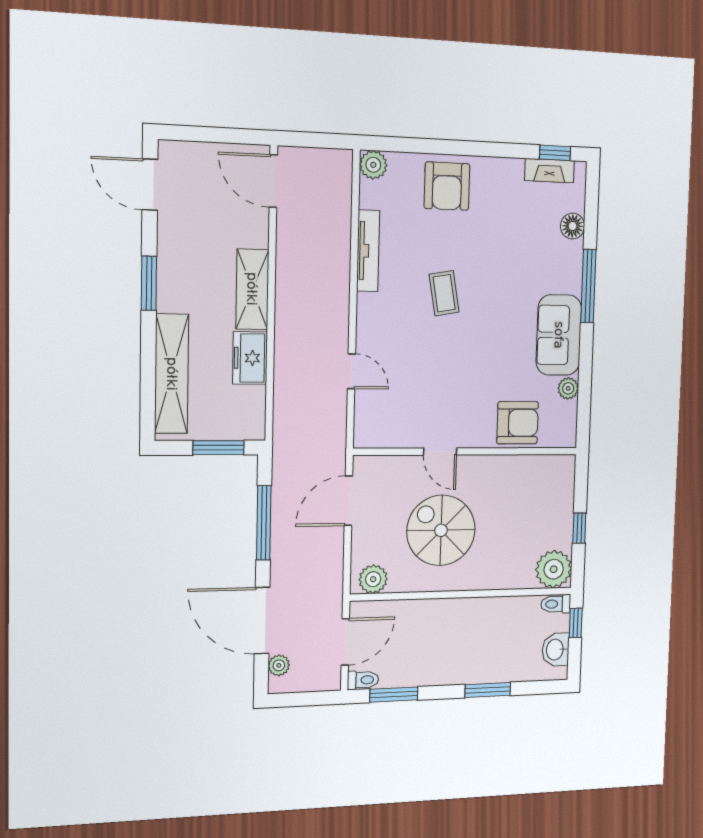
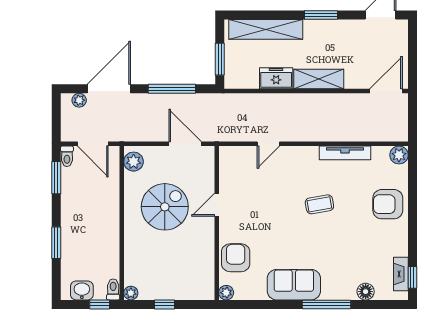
plant: (568, 388) -> (226, 293), moved
armchair: (518, 423) -> (236, 258), turned 180
plant: (554, 569) -> (131, 293), width x0.53, depth x0.53

